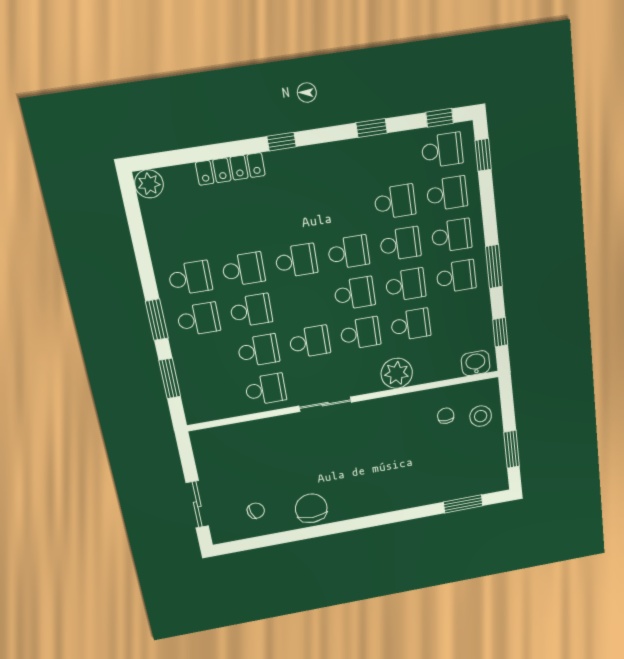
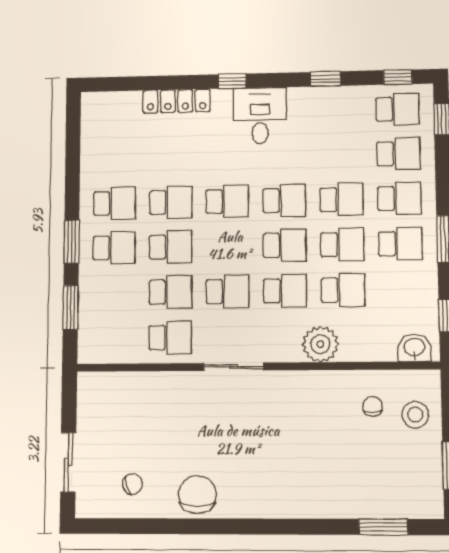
desk: (314, 173) -> (260, 116), added
plant: (149, 184) -> (94, 105), removed
school desk: (395, 202) -> (341, 155), removed

